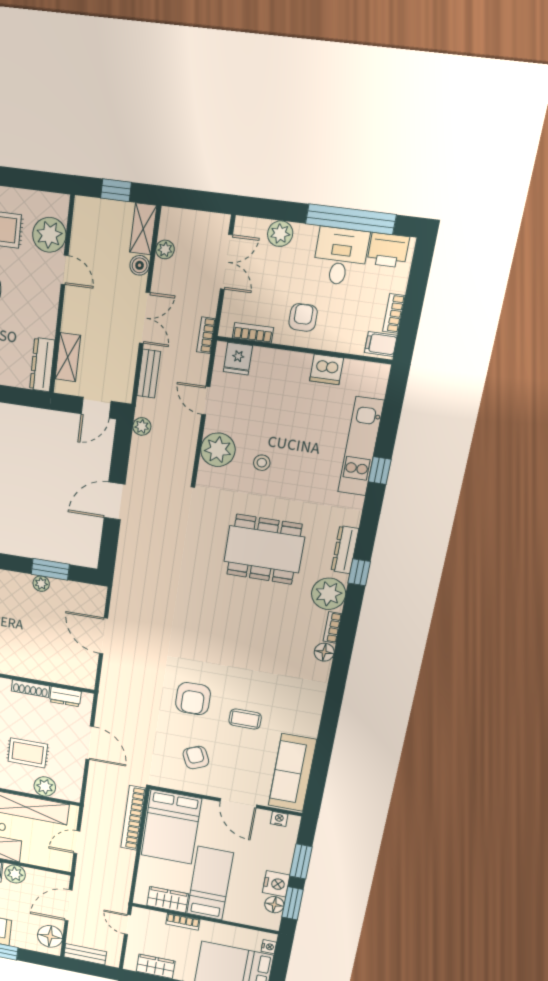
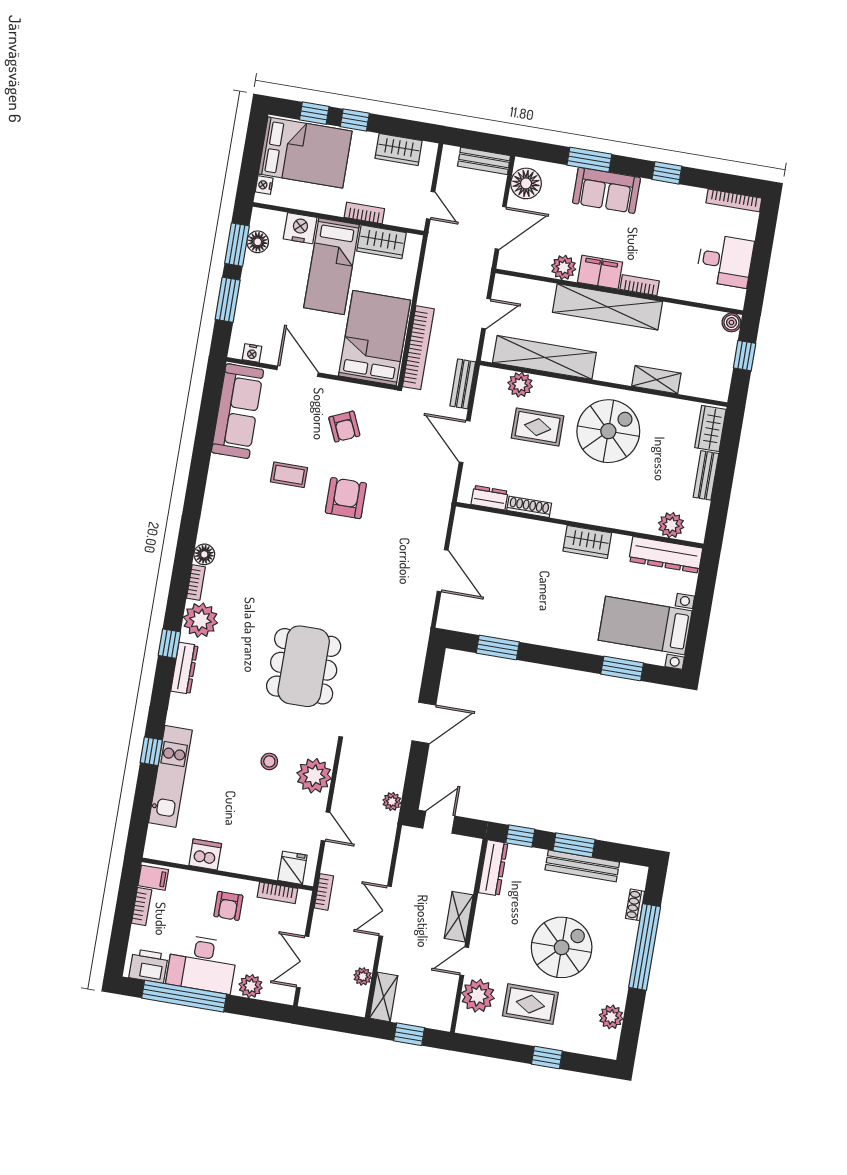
desk: (340, 256) -> (202, 964), width x1.37
boiler: (140, 265) -> (388, 962), removed
door: (65, 270) -> (464, 961), hinge flipped
shelving: (68, 357) -> (459, 917), moved
bench: (149, 374) -> (463, 384), moved
window: (19, 396) -> (520, 836), added
dining table: (264, 549) -> (304, 666), moved, turned 90
plant: (41, 584) -> (509, 631), removed
nightstand: (276, 884) -> (300, 228), moved, turned 90

